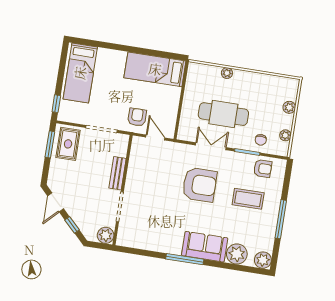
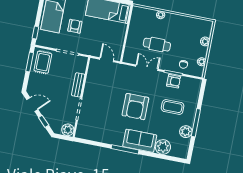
cafe table: (223, 114) -> (157, 45), width x0.73, depth x0.74
armchair: (137, 117) -> (75, 26), moved
armchair: (263, 169) -> (174, 81), moved
armchair: (200, 185) -> (135, 107), moved, turned 90
door: (56, 202) -> (32, 104), swing flipped
plant: (263, 260) -> (186, 132), moved

